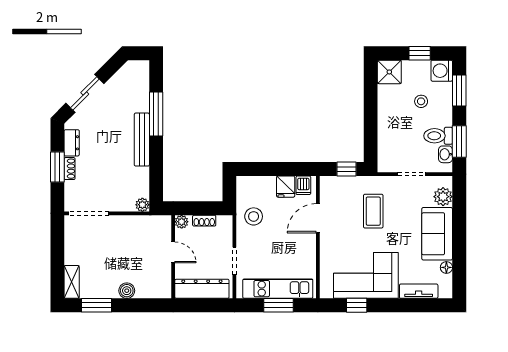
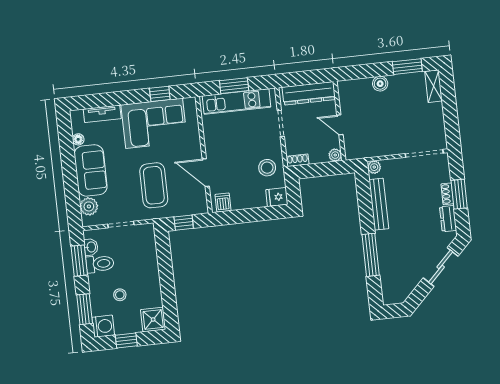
bench: (142, 140) -> (379, 204), moved
fridge: (286, 187) -> (277, 197), moved, turned -90
coffee table: (373, 211) -> (154, 185), width x1.36, depth x1.32
door: (318, 218) -> (206, 173), swing flipped
shoe rack: (204, 221) -> (297, 160), moved

